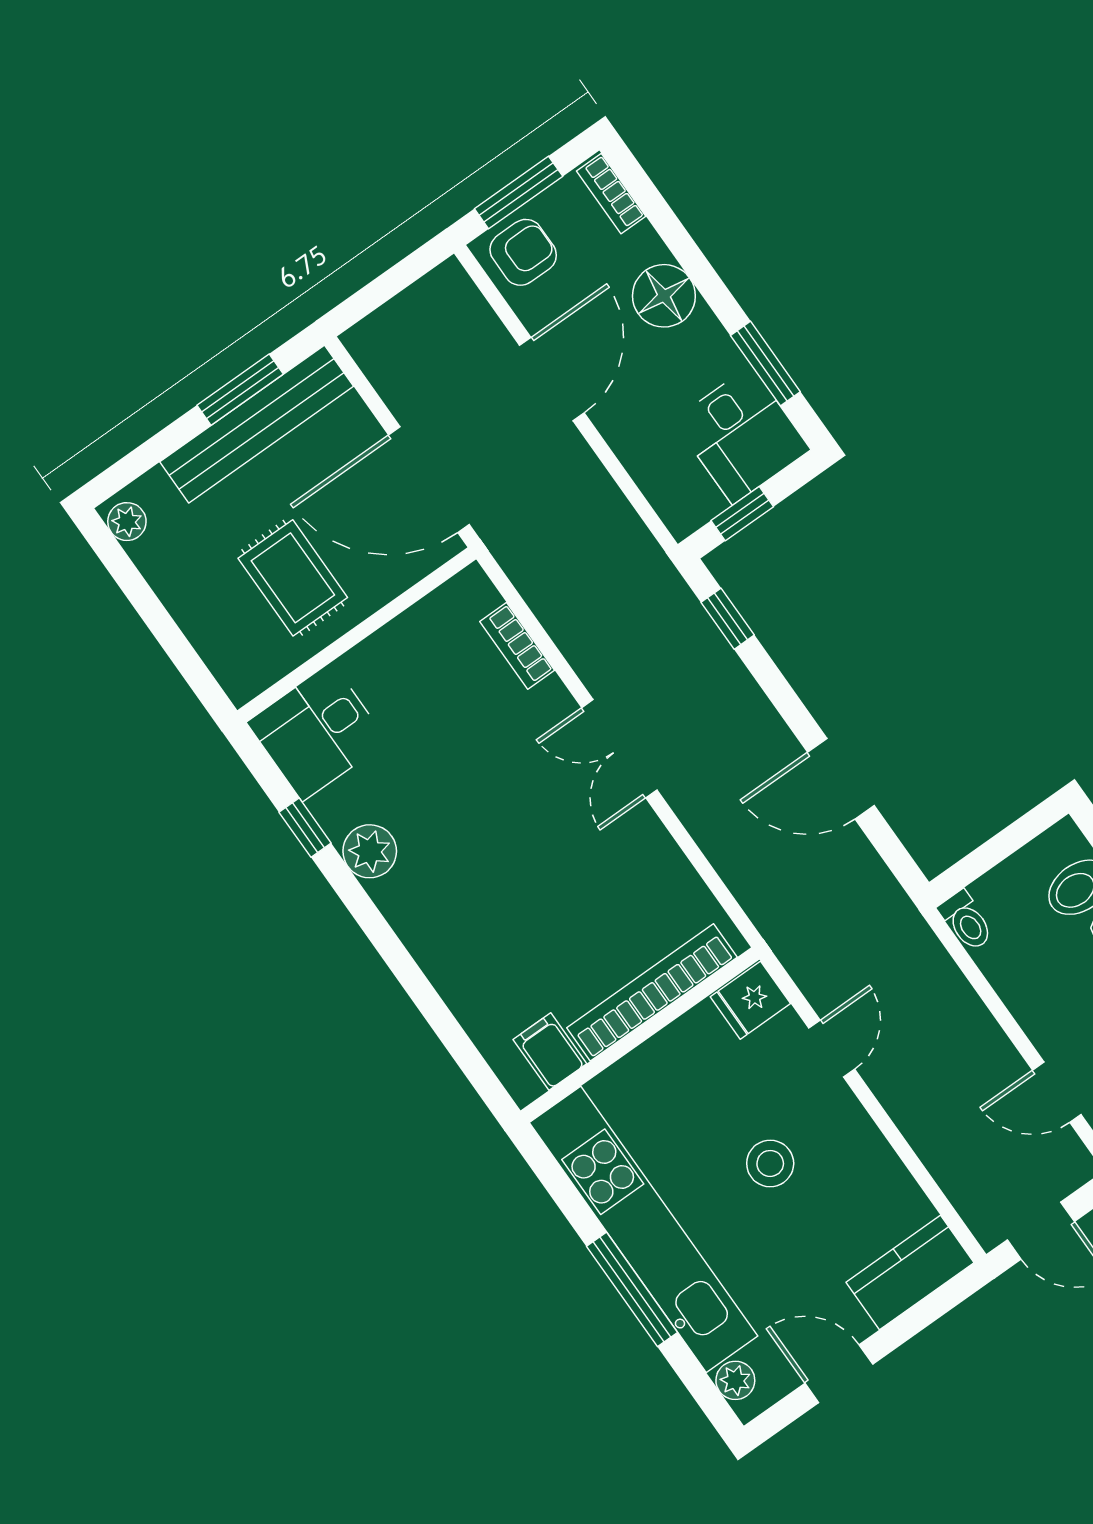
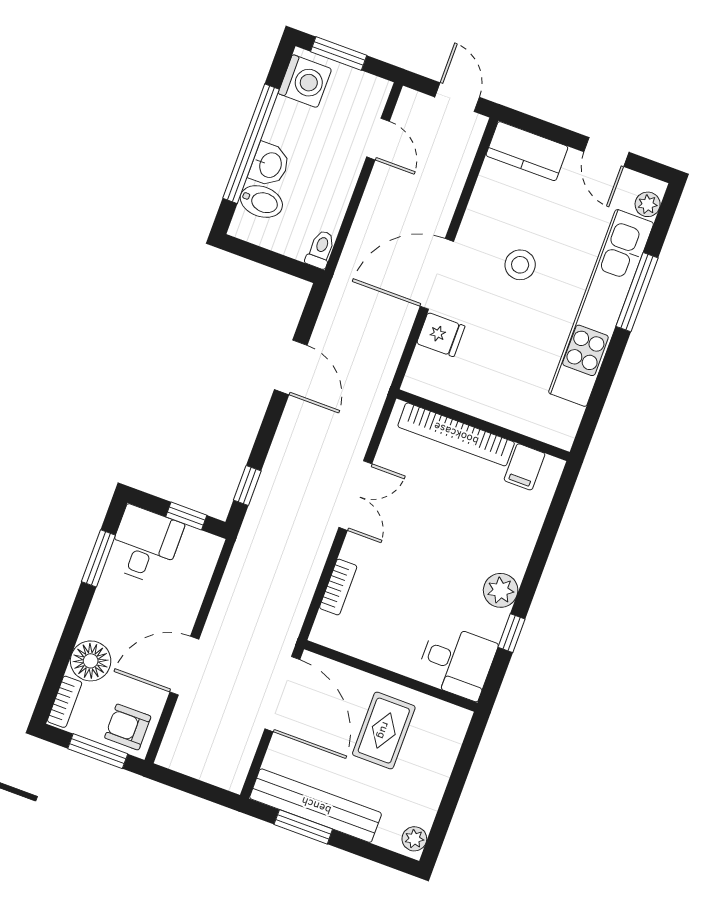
floor lamp: (664, 296) -> (91, 661), moved
bookcase: (652, 992) -> (456, 434), moved
wall: (640, 1035) -> (483, 425), moved
door: (832, 1049) -> (437, 274), width x1.87
filing cabinet: (550, 1052) -> (525, 467), moved

